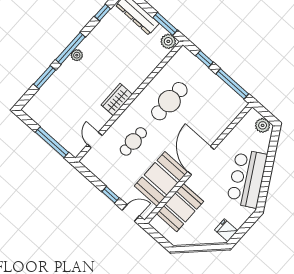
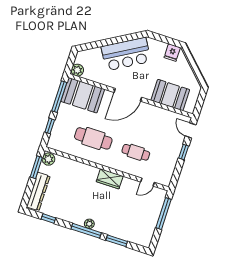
plant: (263, 125) -> (77, 70), moved
booth: (161, 179) -> (83, 95), moved

